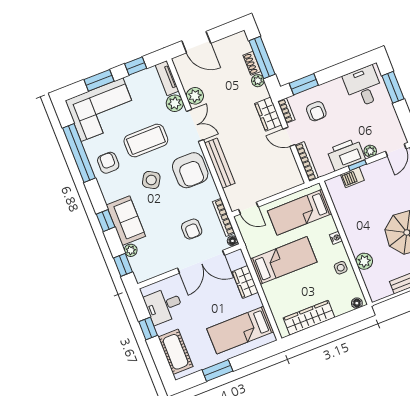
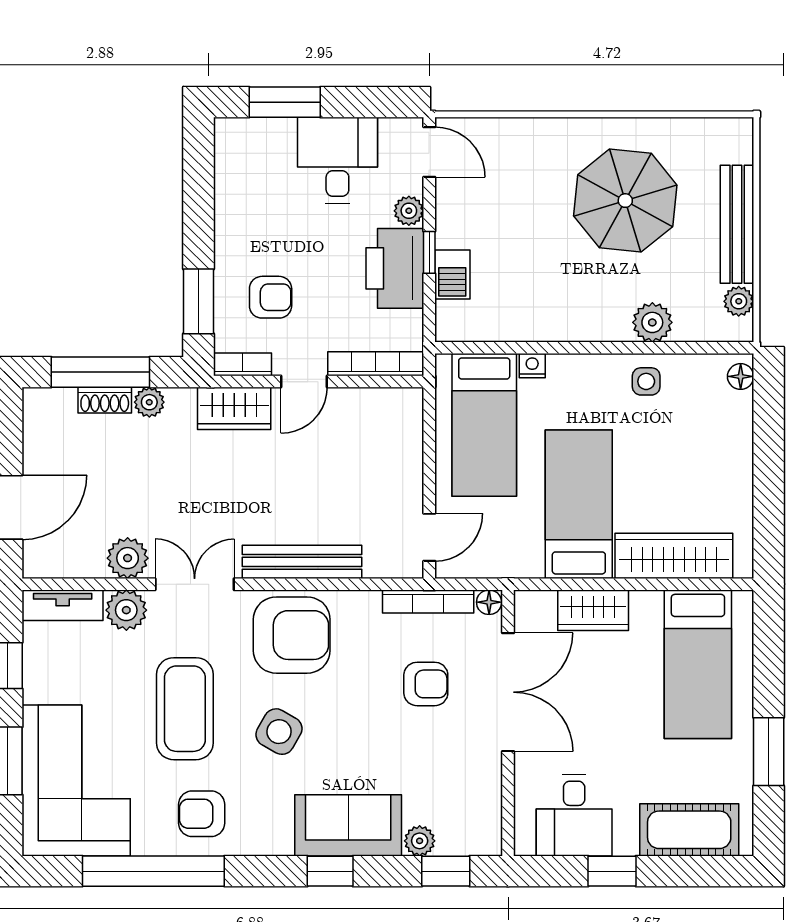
desk: (363, 87) -> (337, 160), moved, turned 90
nightstand: (336, 238) -> (532, 366), moved
plant: (385, 291) -> (739, 301), added
wardrobe: (309, 318) -> (674, 556), moved, turned 90

